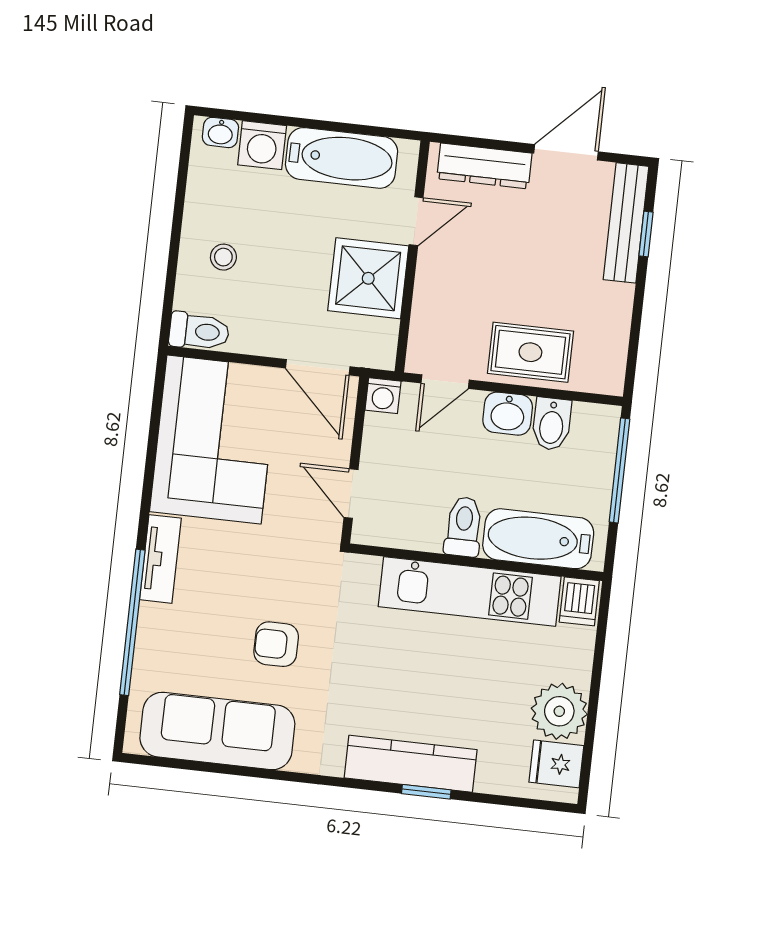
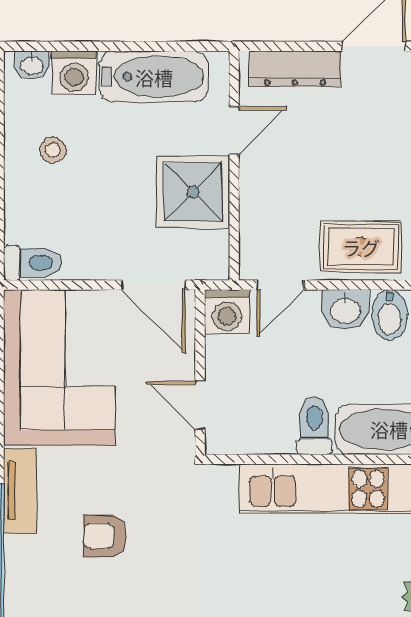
stool: (223, 257) -> (53, 150), moved
washing machine: (383, 396) -> (227, 312), width x1.38, depth x1.38
armchair: (276, 644) -> (105, 536), moved

